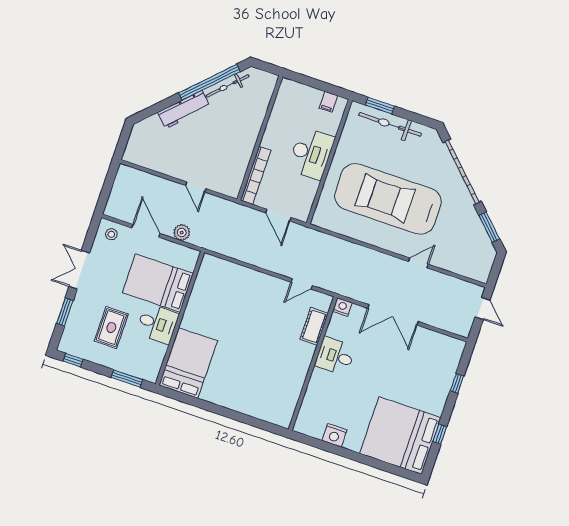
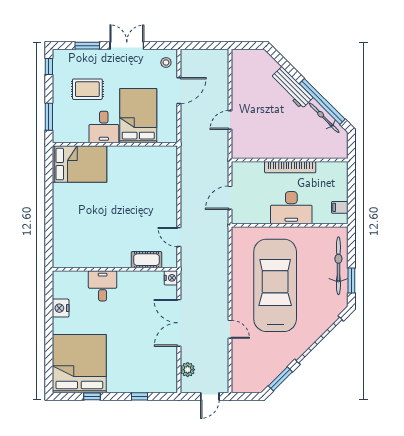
window: (380, 106) -> (351, 281), moved
bookcase: (256, 175) -> (290, 167), moved
plant: (182, 233) -> (188, 370), moved
desk: (335, 356) -> (103, 286), moved

